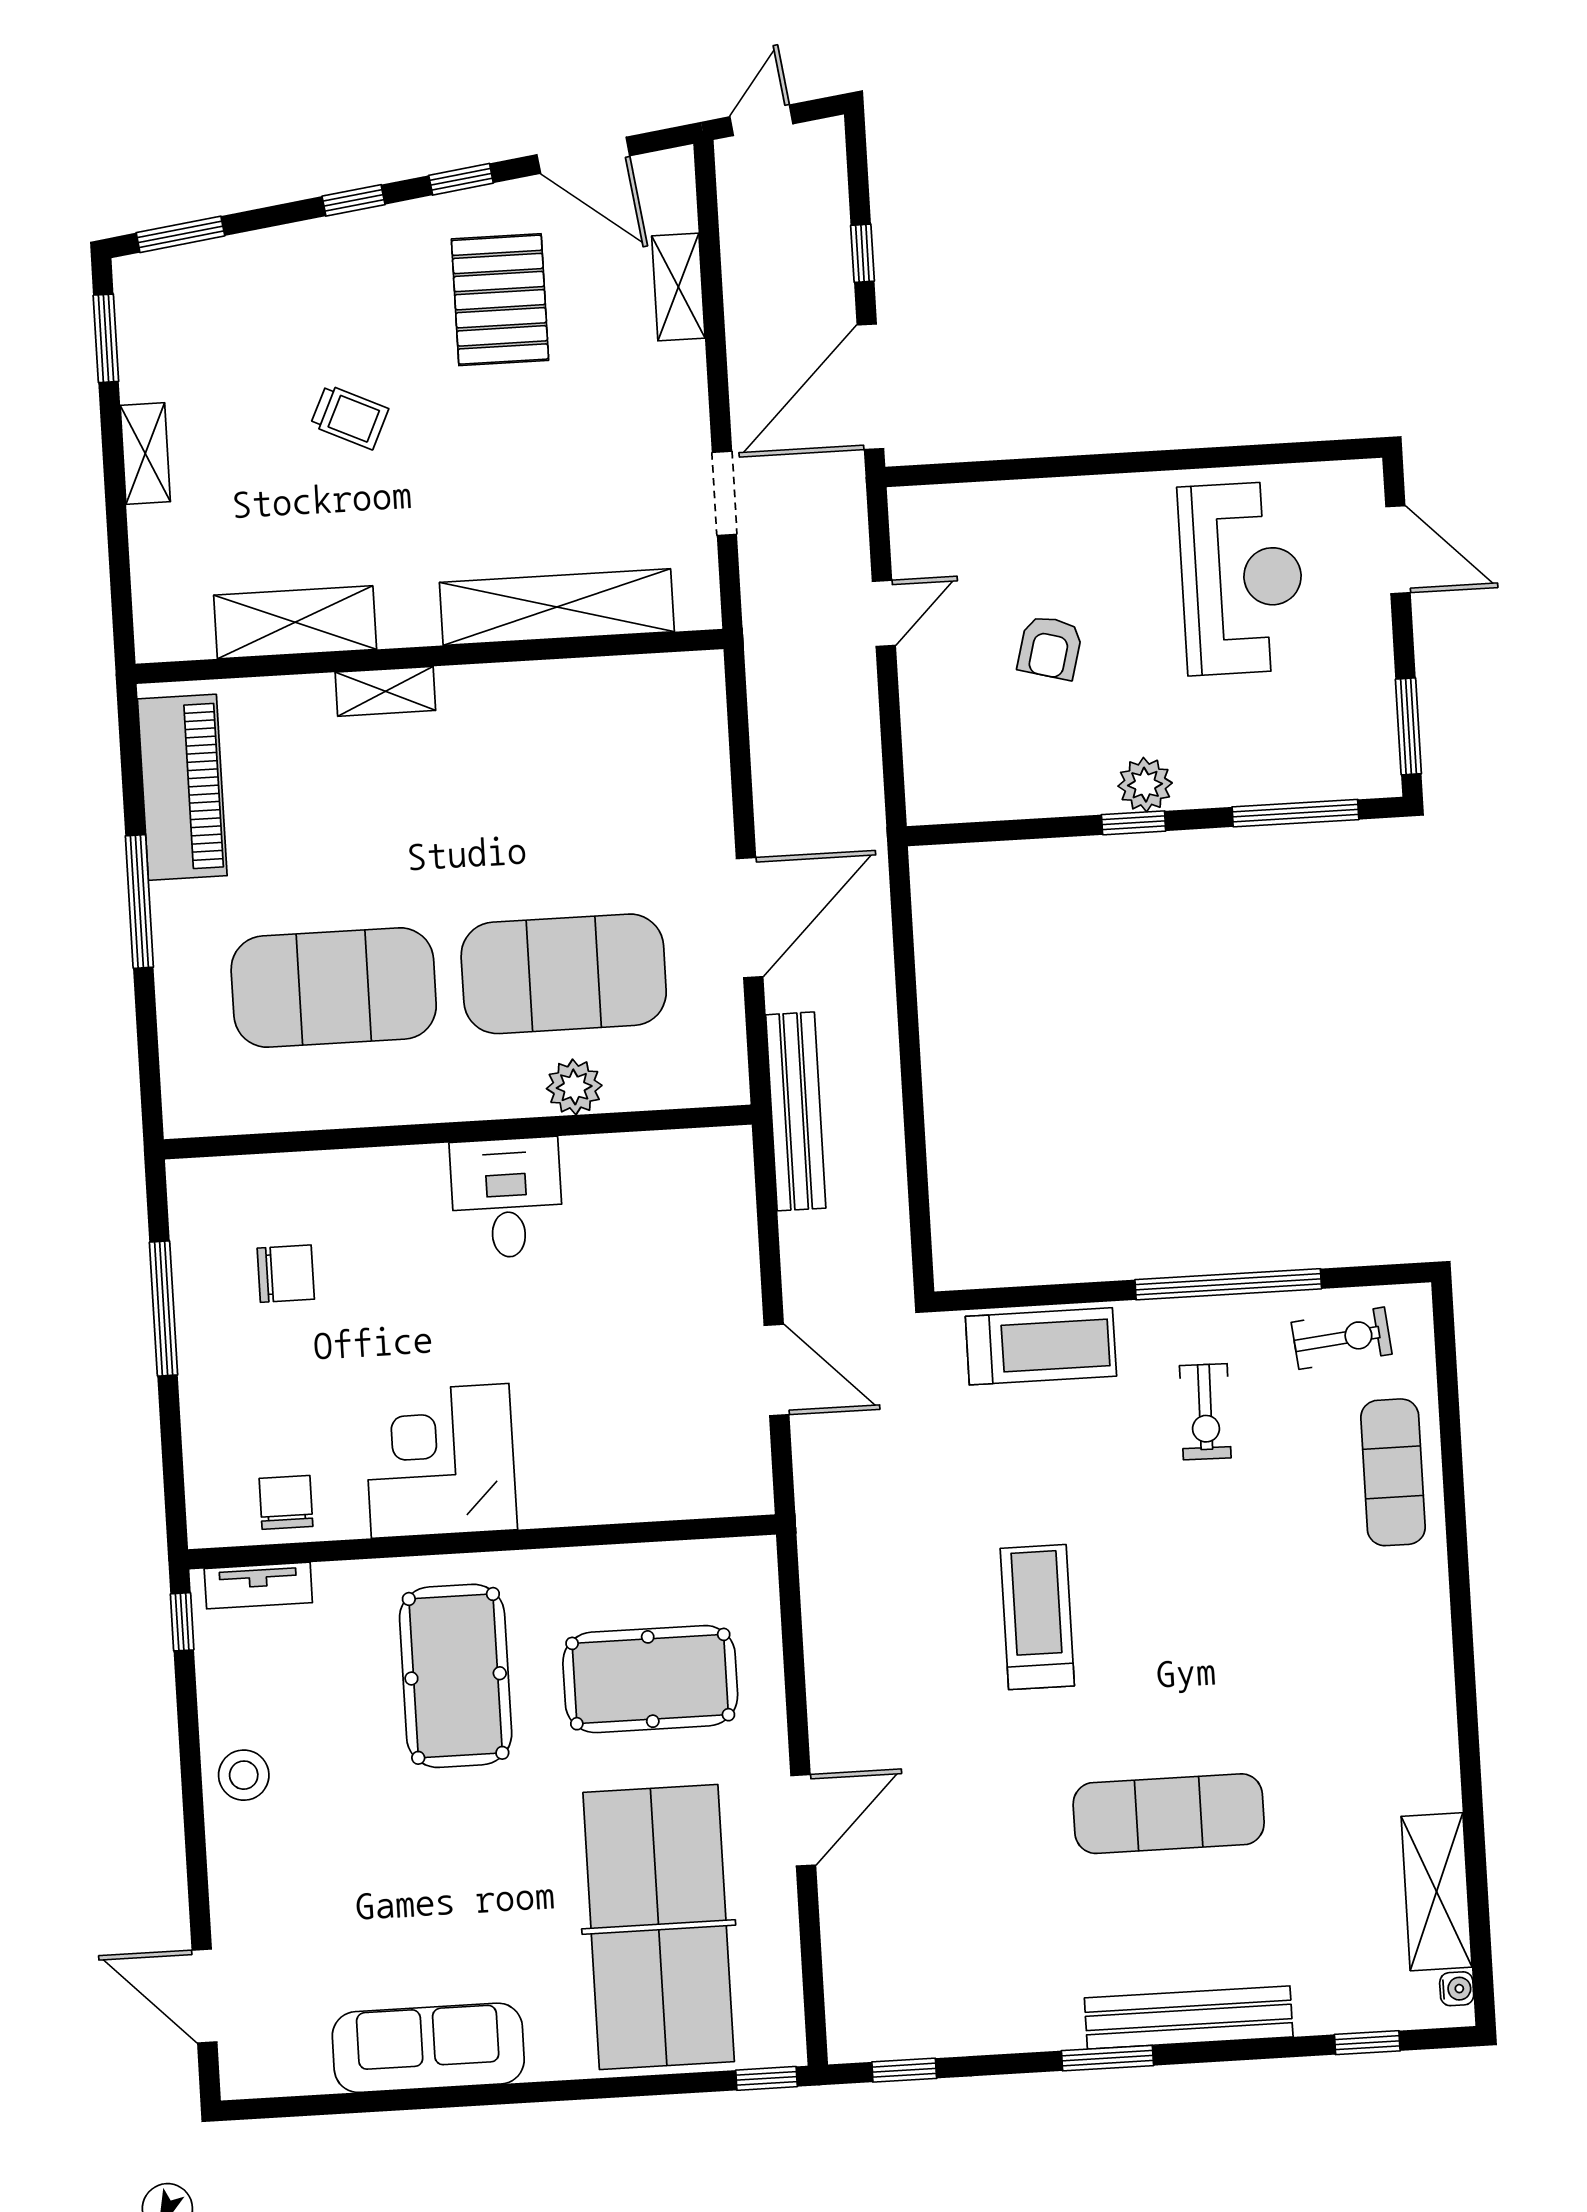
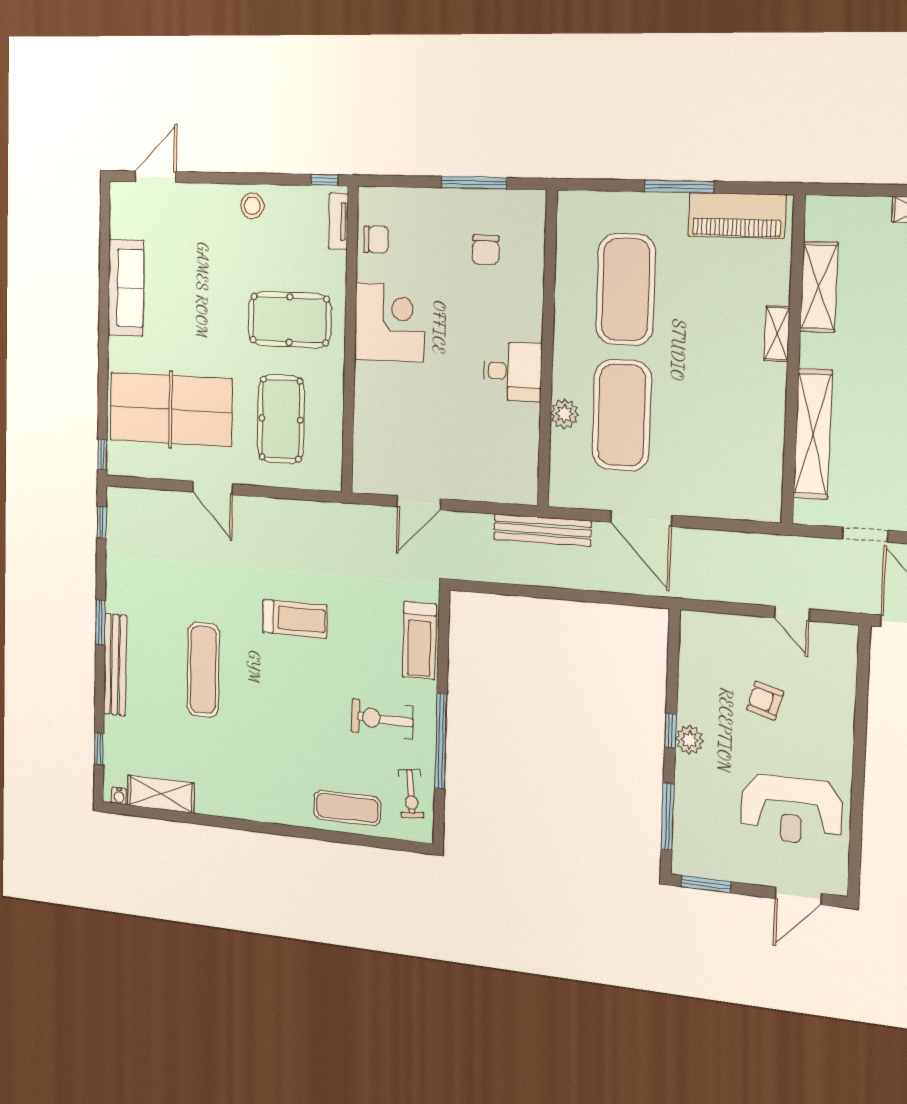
exercise bike: (1205, 1412) -> (382, 719), width x1.38, depth x1.39

